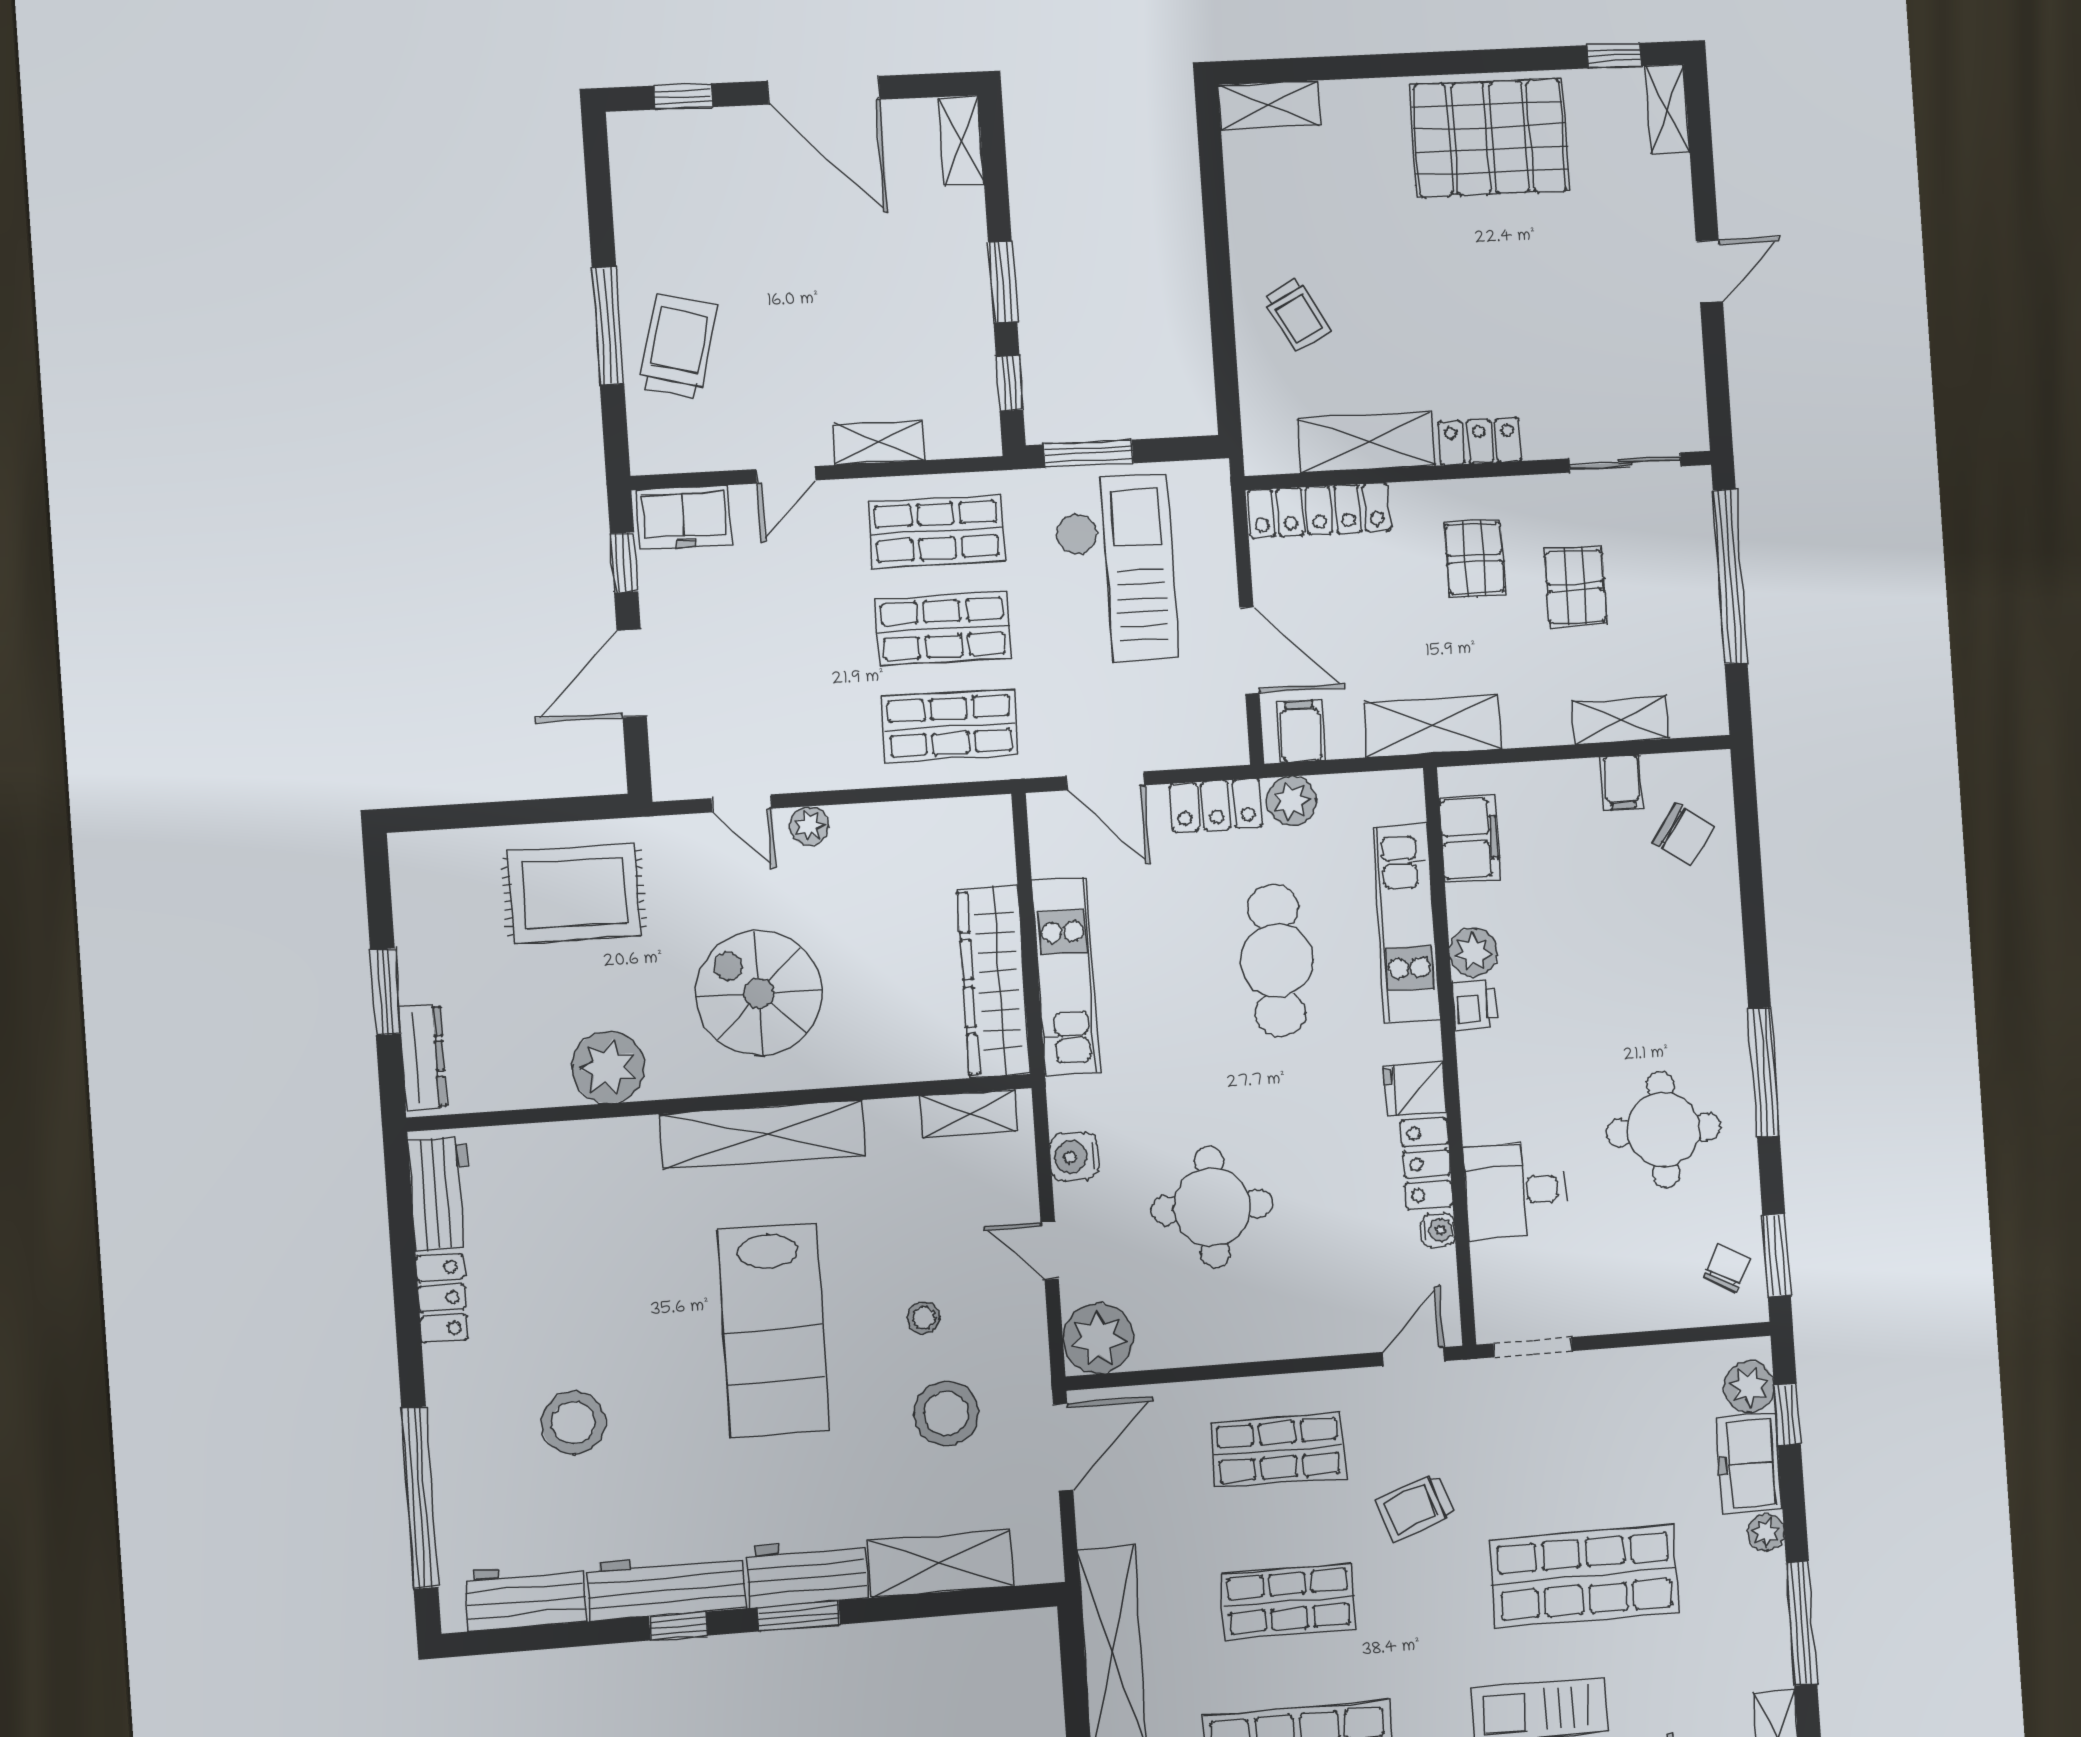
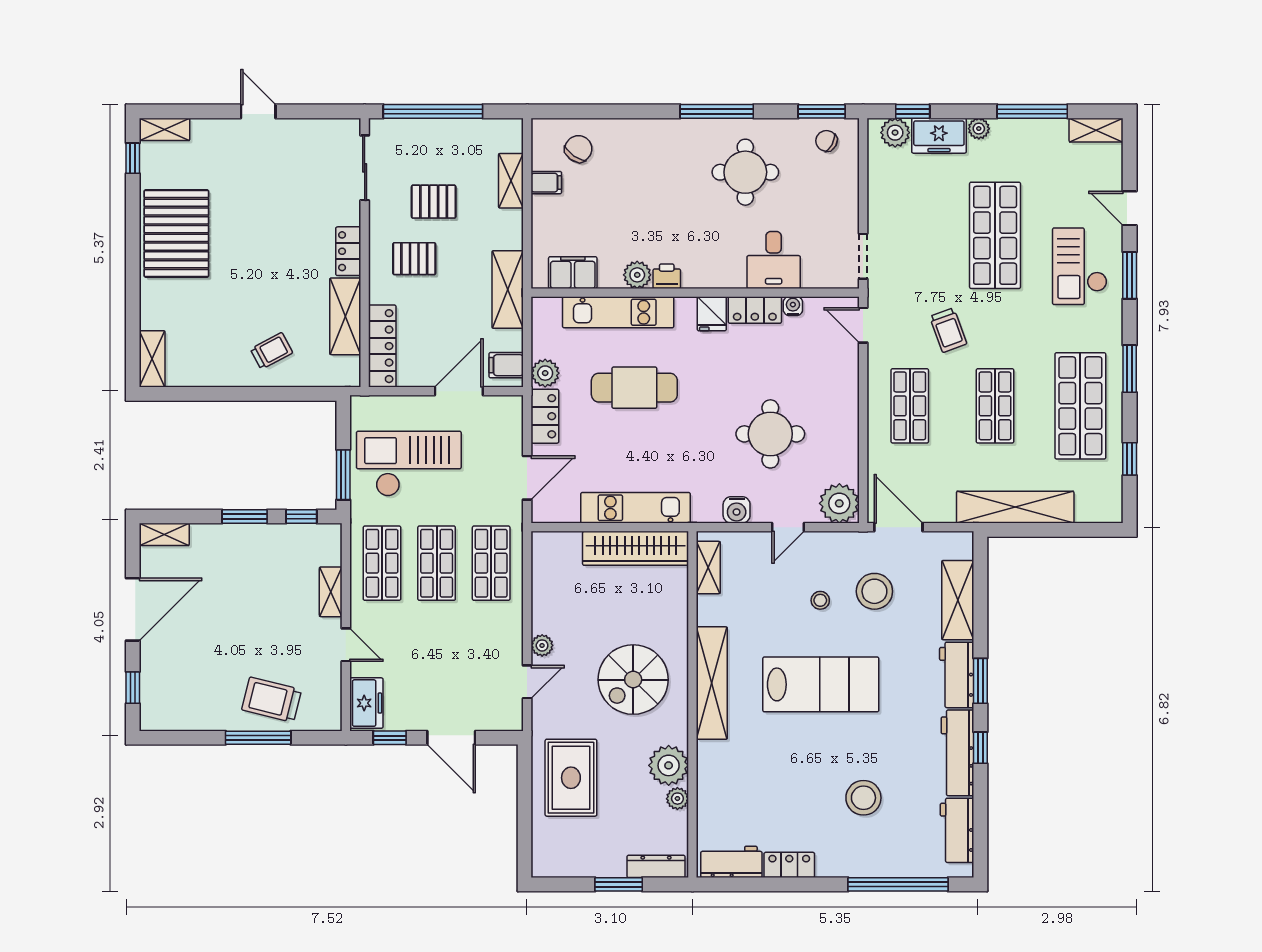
plant: (549, 1087) -> (677, 799), added

